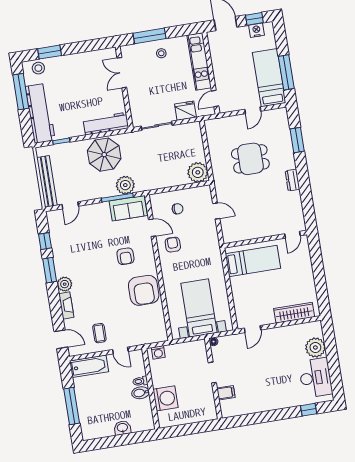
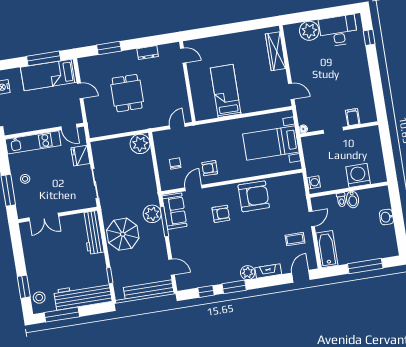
door: (292, 235) -> (183, 55), moved
wall: (265, 239) -> (187, 82), moved

